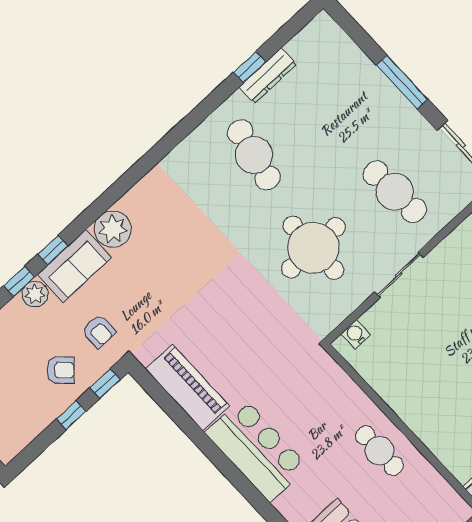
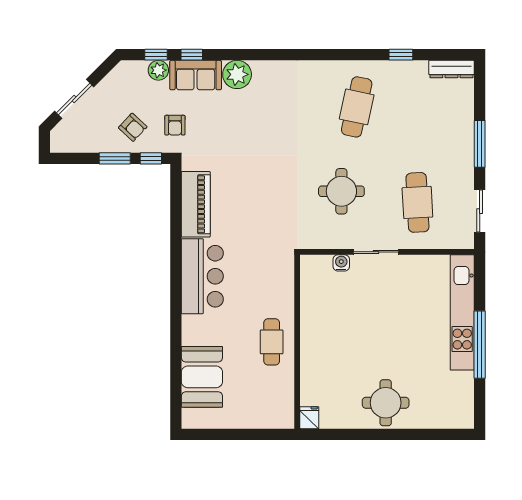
dresser: (268, 76) -> (451, 69), moved
round table: (313, 248) -> (341, 191), width x0.73, depth x0.73
water cooler: (356, 334) -> (341, 263), moved
window: (71, 415) -> (115, 158), width x1.50

